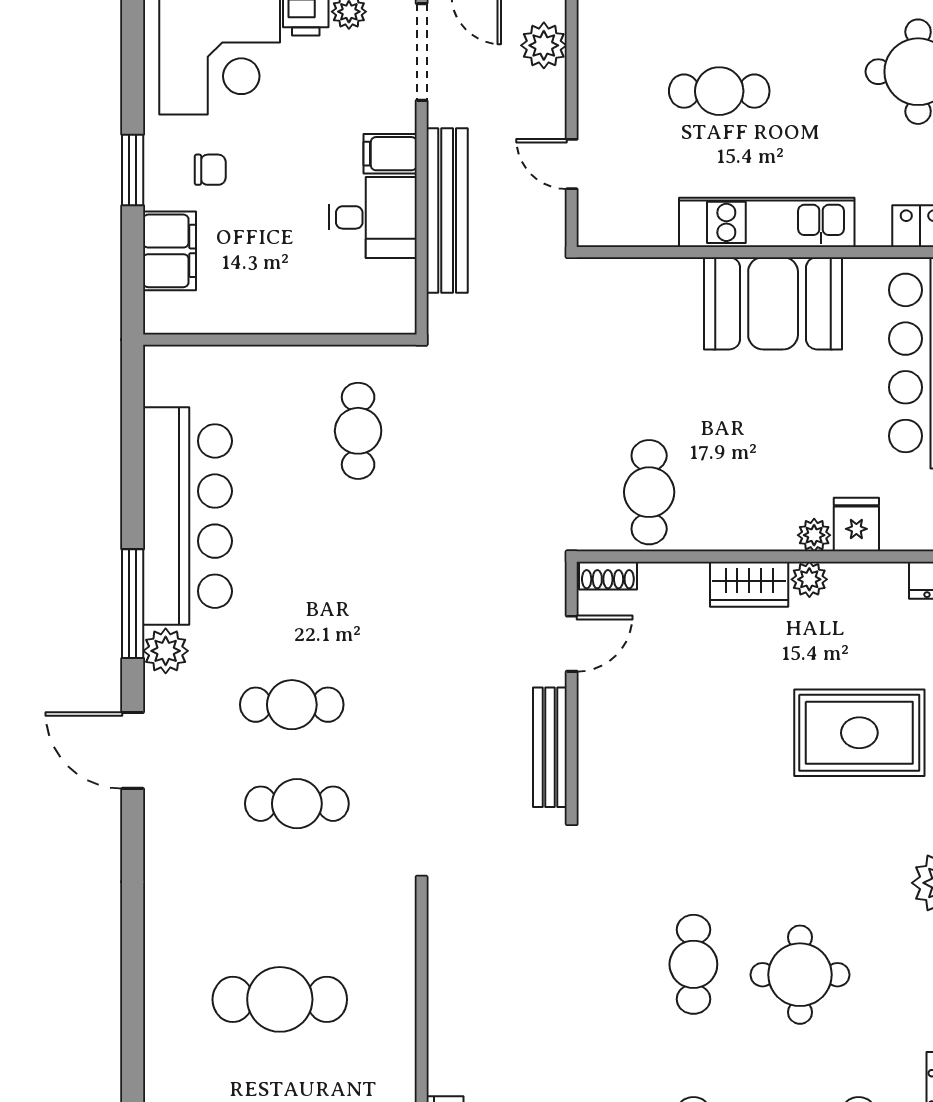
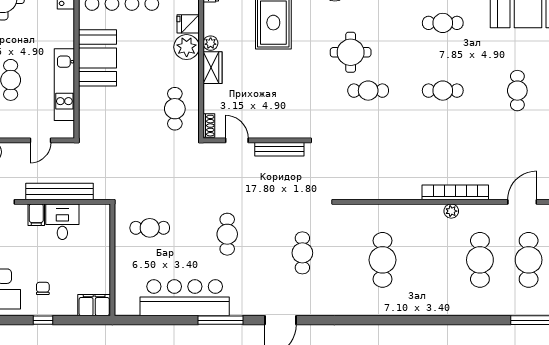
window: (133, 170) -> (43, 320), width x0.67
kitchen unit: (767, 222) -> (64, 85), moved
filing cabinet: (169, 251) -> (94, 305), moved
cafe table: (649, 492) -> (175, 109), turned 90
plant: (814, 535) -> (187, 47), width x1.88, depth x1.88
plant: (166, 651) -> (240, 307), removed
cafe table: (292, 705) -> (227, 234), moved
round table: (800, 975) -> (351, 52), moved

